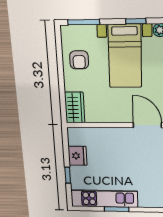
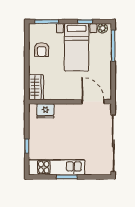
fridge: (77, 156) -> (45, 111), moved, turned 90

